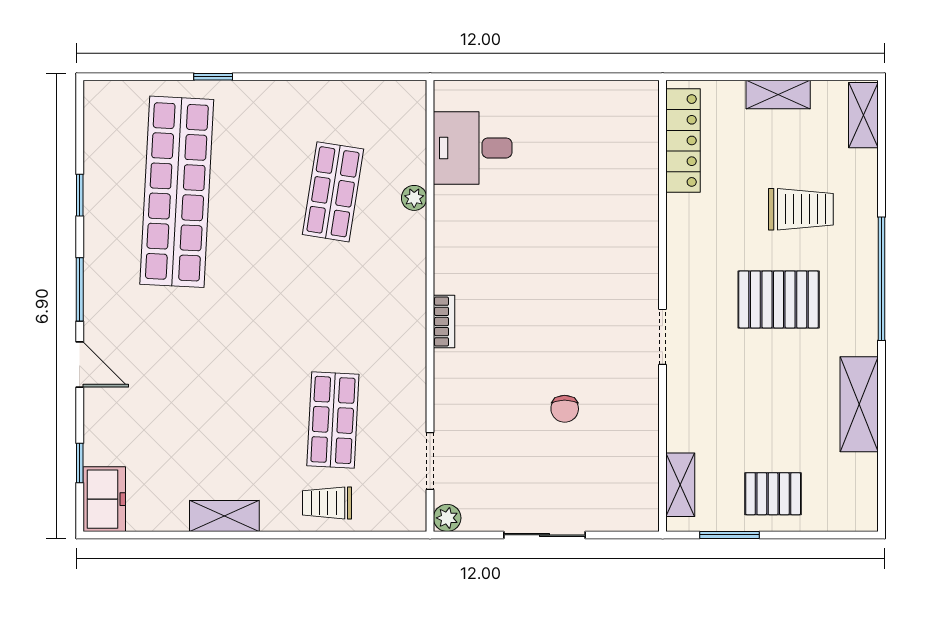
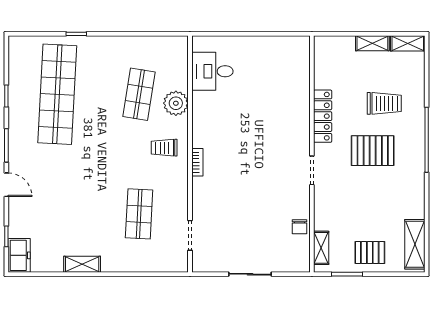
shelving: (863, 115) -> (408, 43), moved, turned 90
locker: (683, 140) -> (323, 116), moved
plant: (414, 198) -> (176, 103), width x1.87, depth x1.87
shelving: (859, 404) -> (415, 244), moved
chair: (565, 409) -> (299, 227), moved
trolley: (327, 503) -> (164, 148), moved
plant: (447, 518) -> (199, 265), removed

